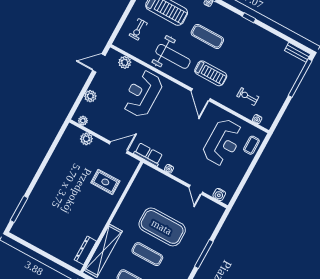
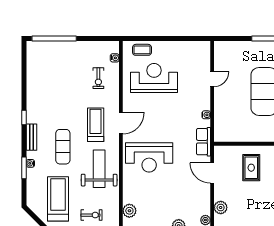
bench: (298, 52) -> (32, 137), moved
reception desk: (142, 94) -> (149, 157), moved
water cooler: (219, 195) -> (205, 55), removed

